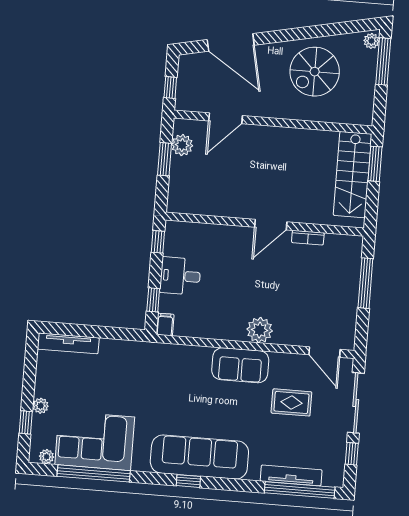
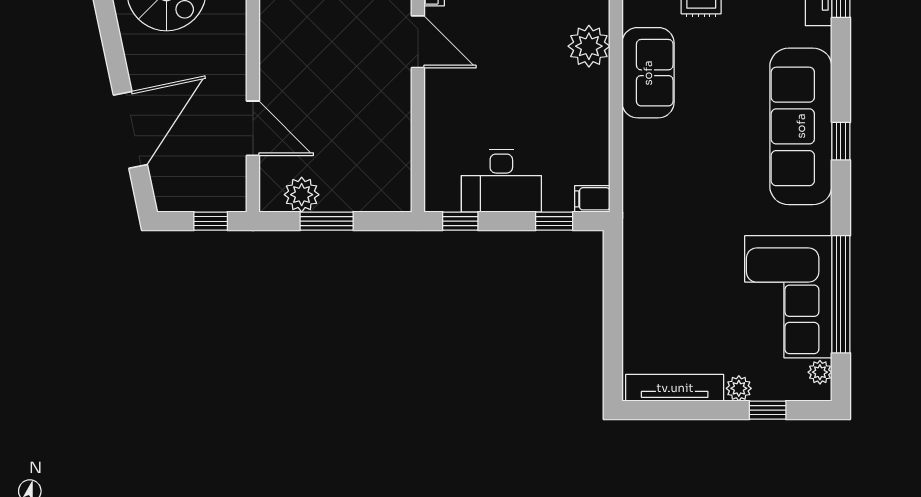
desk: (180, 276) -> (501, 181), width x1.37
tv unit: (68, 343) -> (675, 388), moved, turned -90

